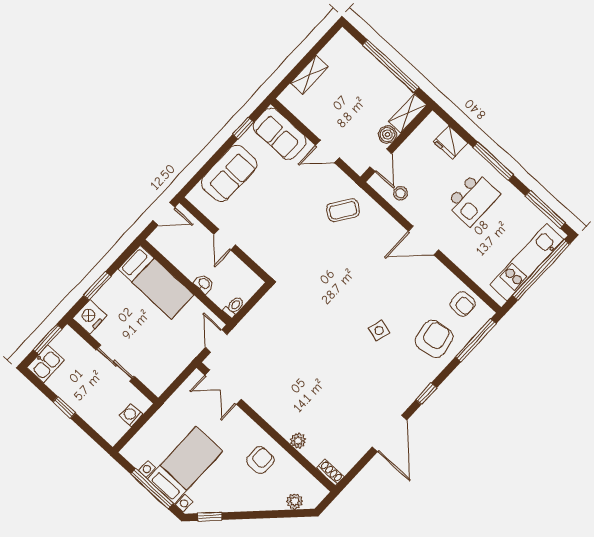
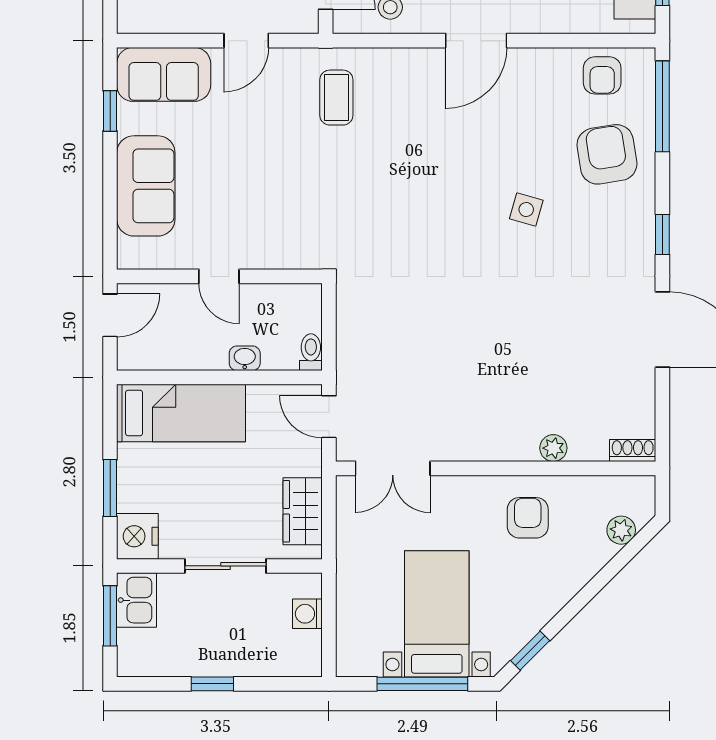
coffee table: (343, 210) -> (336, 98), turned -35
armchair: (463, 304) -> (602, 75), turned 90
kitchen sink: (46, 364) -> (137, 600), moved
wardrobe: (169, 370) -> (303, 511), added

